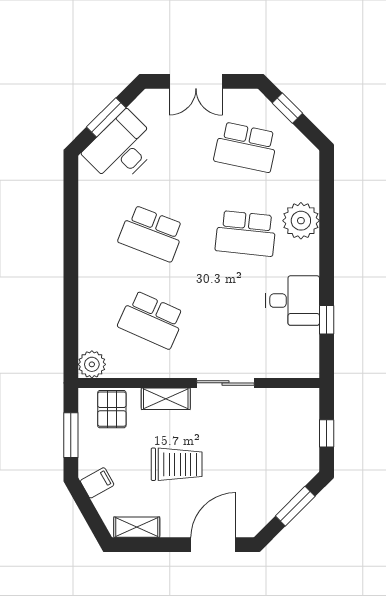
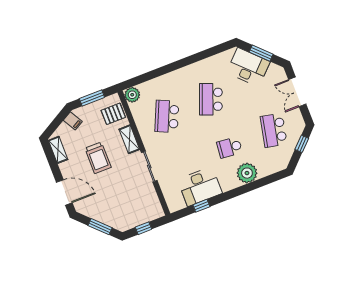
school desk: (246, 233) -> (230, 147), width x0.54
desk: (293, 301) -> (200, 186), width x1.37

